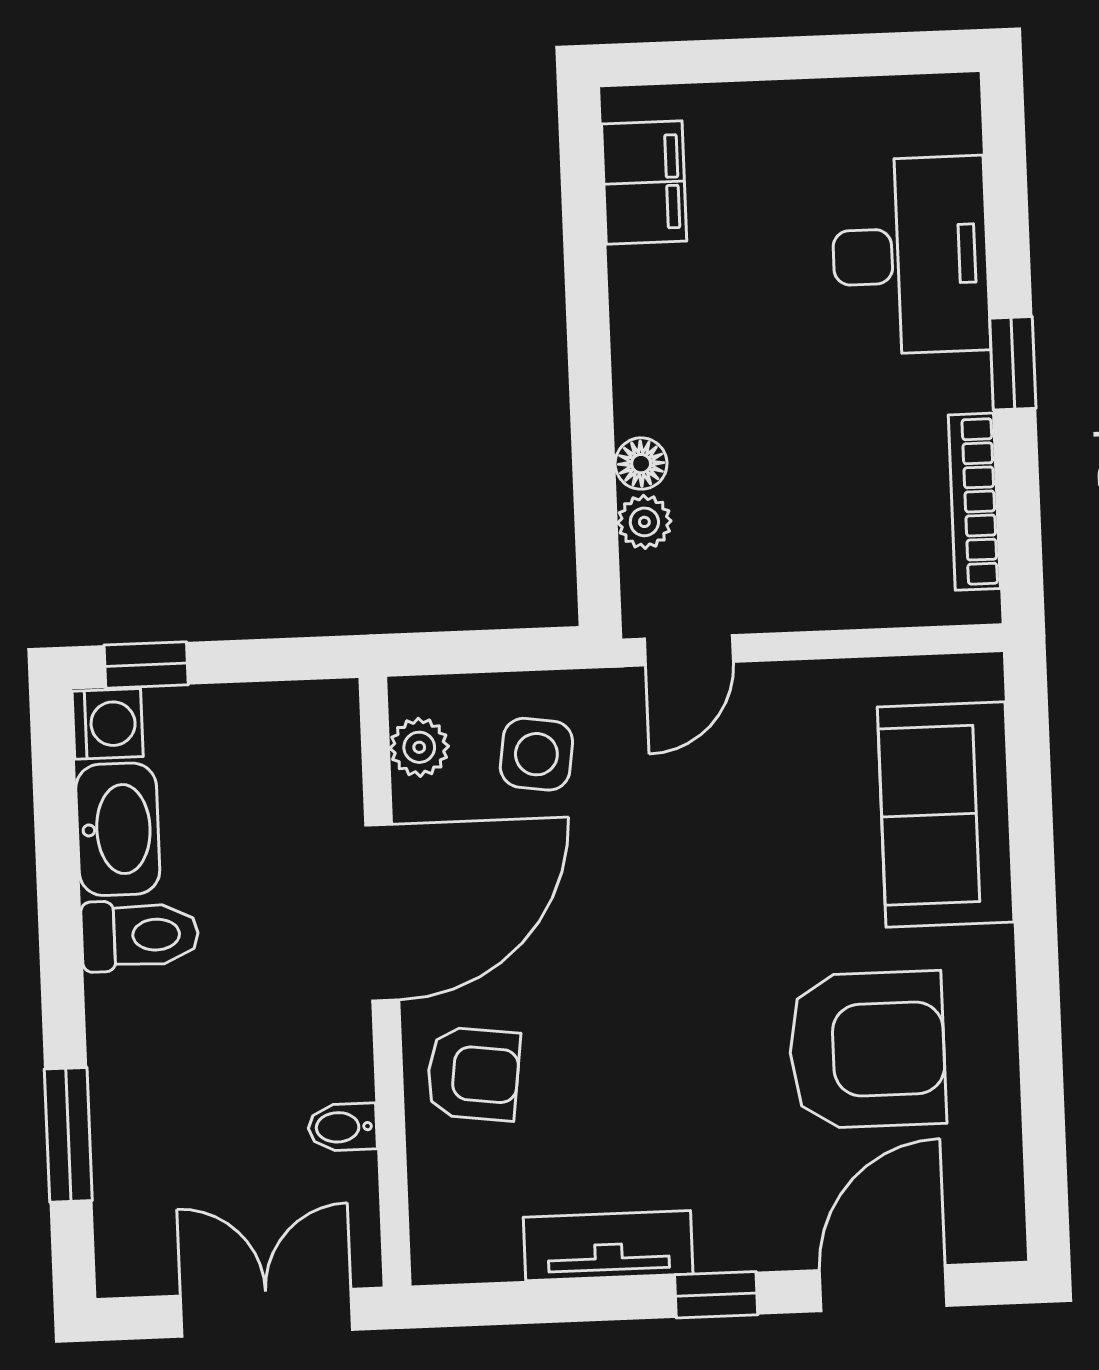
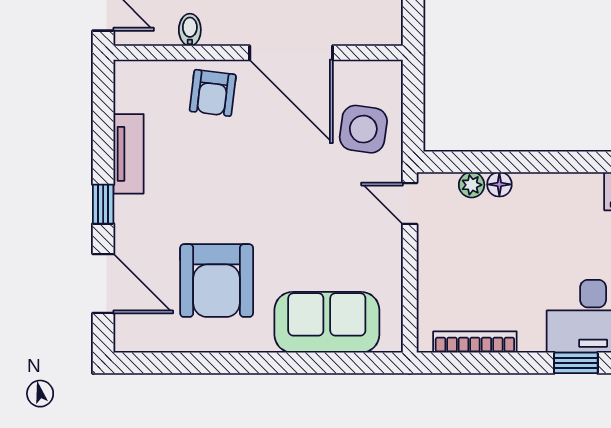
window: (1013, 363) -> (576, 363), moved
plant: (419, 747) -> (369, 74), removed
side table: (536, 754) -> (363, 129), width x1.37, depth x1.37

